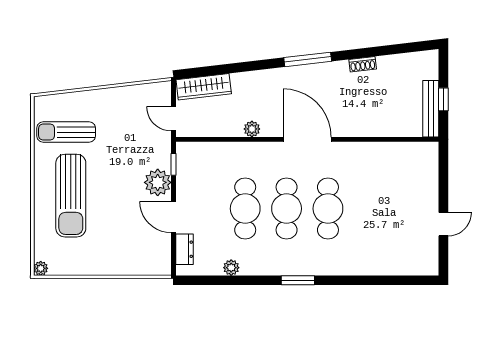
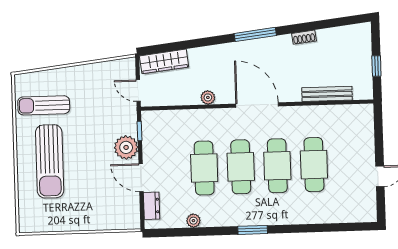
bench: (431, 109) -> (327, 94), moved, turned 90
cafe table: (369, 209) -> (314, 165), added
plant: (41, 268) -> (25, 227), removed

